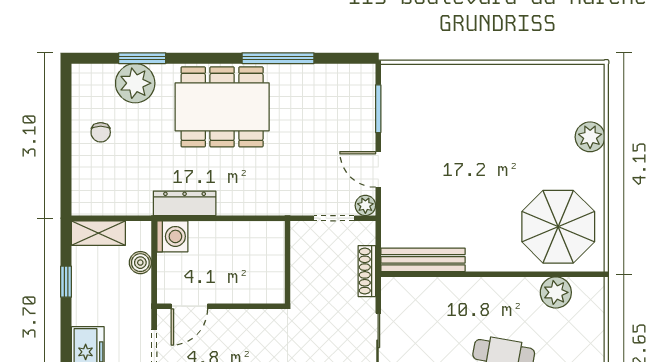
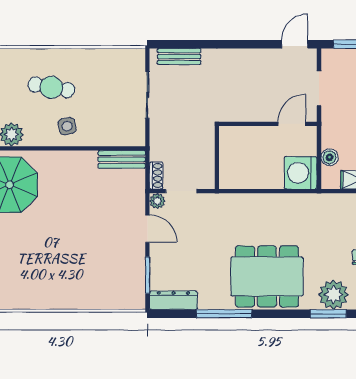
dresser: (185, 203) -> (173, 300), moved, turned 180
washing machine: (172, 236) -> (301, 173), width x1.37, depth x1.37
bench: (423, 260) -> (122, 159), width x0.73
shoe rack: (367, 271) -> (156, 175), moved, width x0.70
side table: (483, 303) -> (67, 126), added

